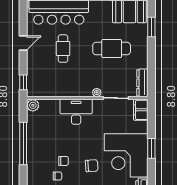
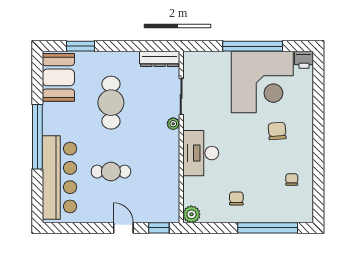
door: (23, 43) -> (123, 228), moved
filing cabinet: (141, 110) -> (198, 61), removed
window: (23, 143) -> (268, 228), moved
window: (151, 148) -> (253, 46), width x2.11
chair: (64, 161) -> (236, 198), moved

